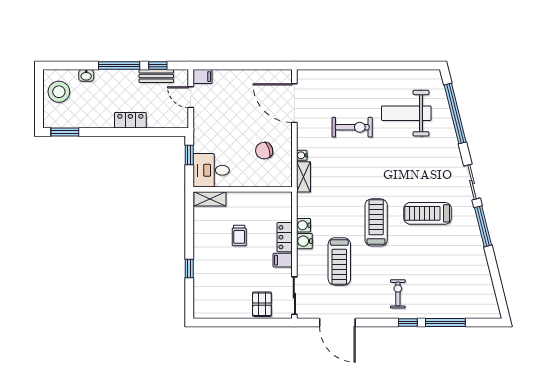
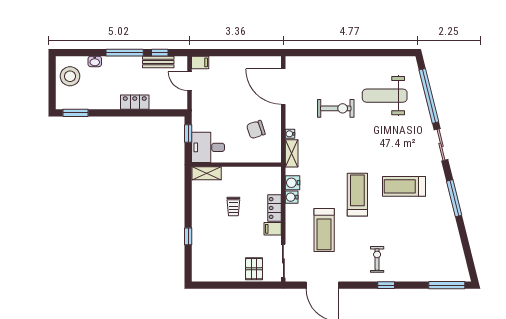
sliding door: (472, 182) -> (441, 145), moved
water cooler: (304, 241) -> (292, 183), moved
window: (445, 322) -> (447, 285), moved

